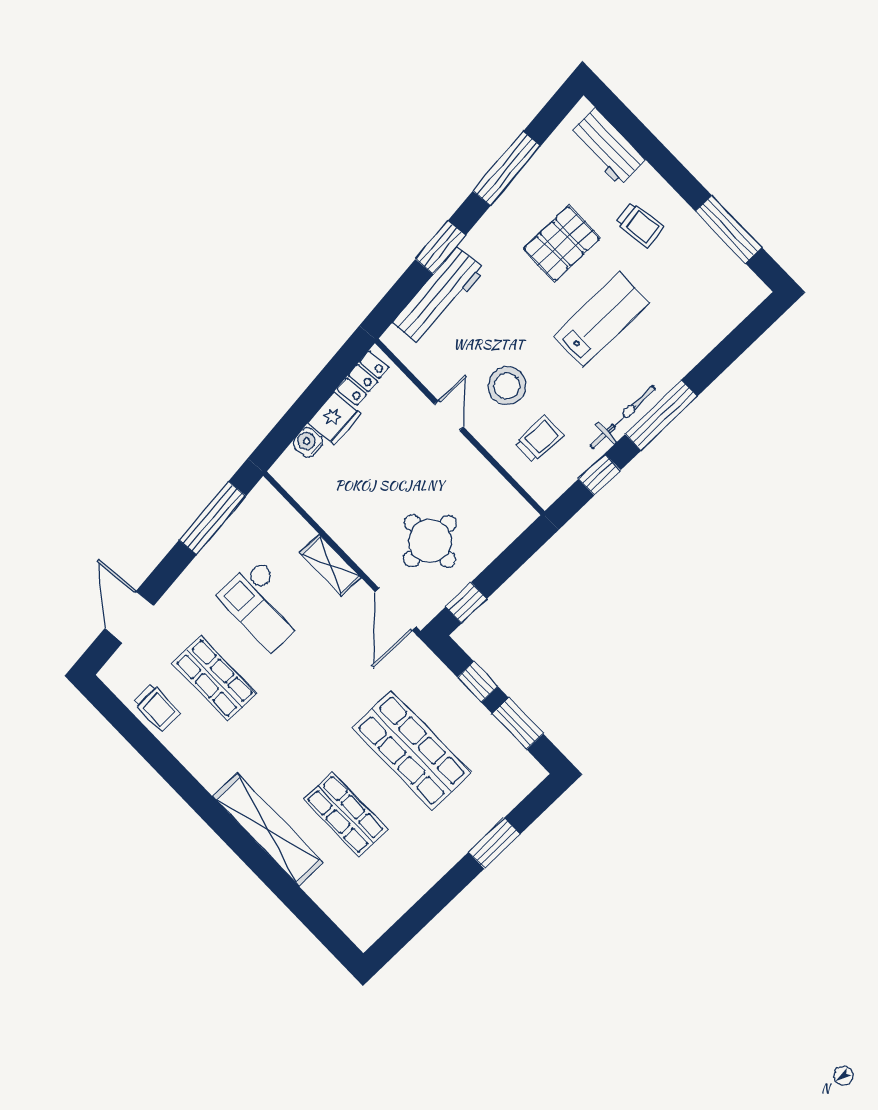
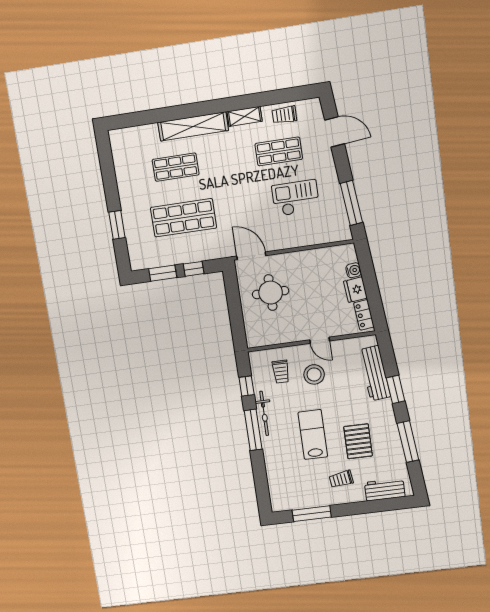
lab bench: (602, 320) -> (313, 435), turned 180
shelving: (331, 565) -> (245, 116), moved
window: (466, 603) -> (232, 289), removed

